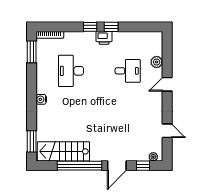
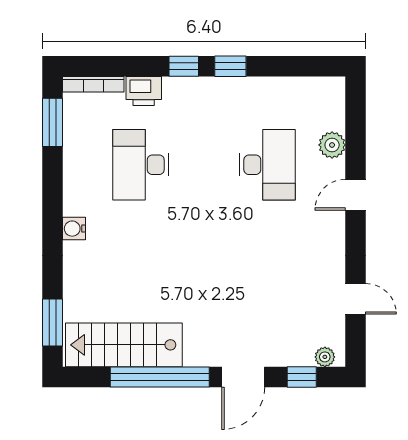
printer: (104, 38) -> (144, 91), moved
desk: (128, 71) -> (267, 165), width x1.37

